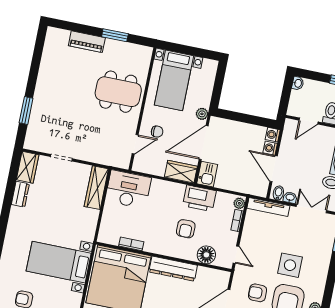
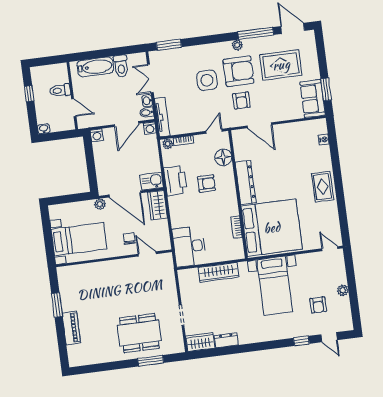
dining table: (118, 92) -> (139, 333), moved, turned 90
washing machine: (270, 148) -> (150, 128), moved
wardrobe: (96, 188) -> (218, 272), moved

